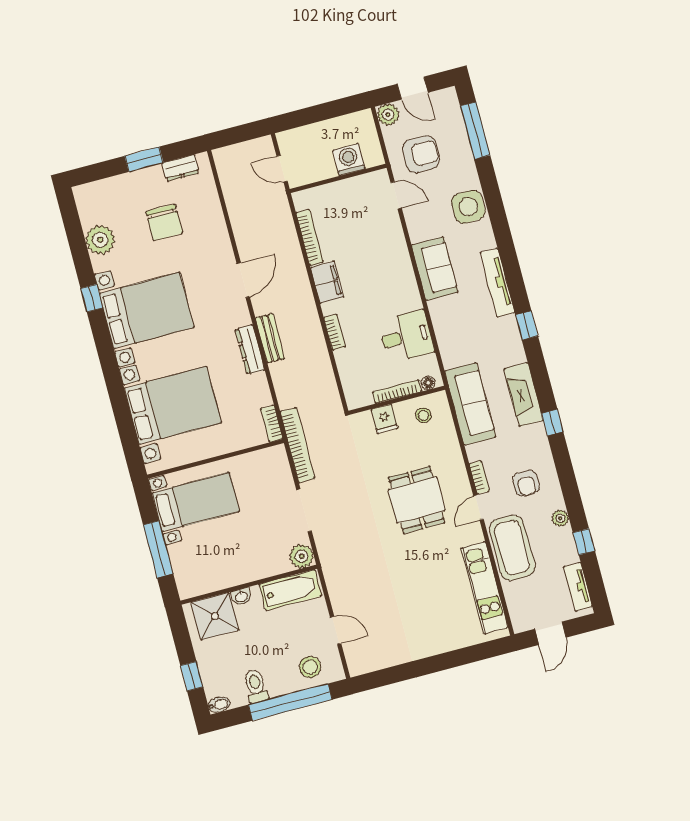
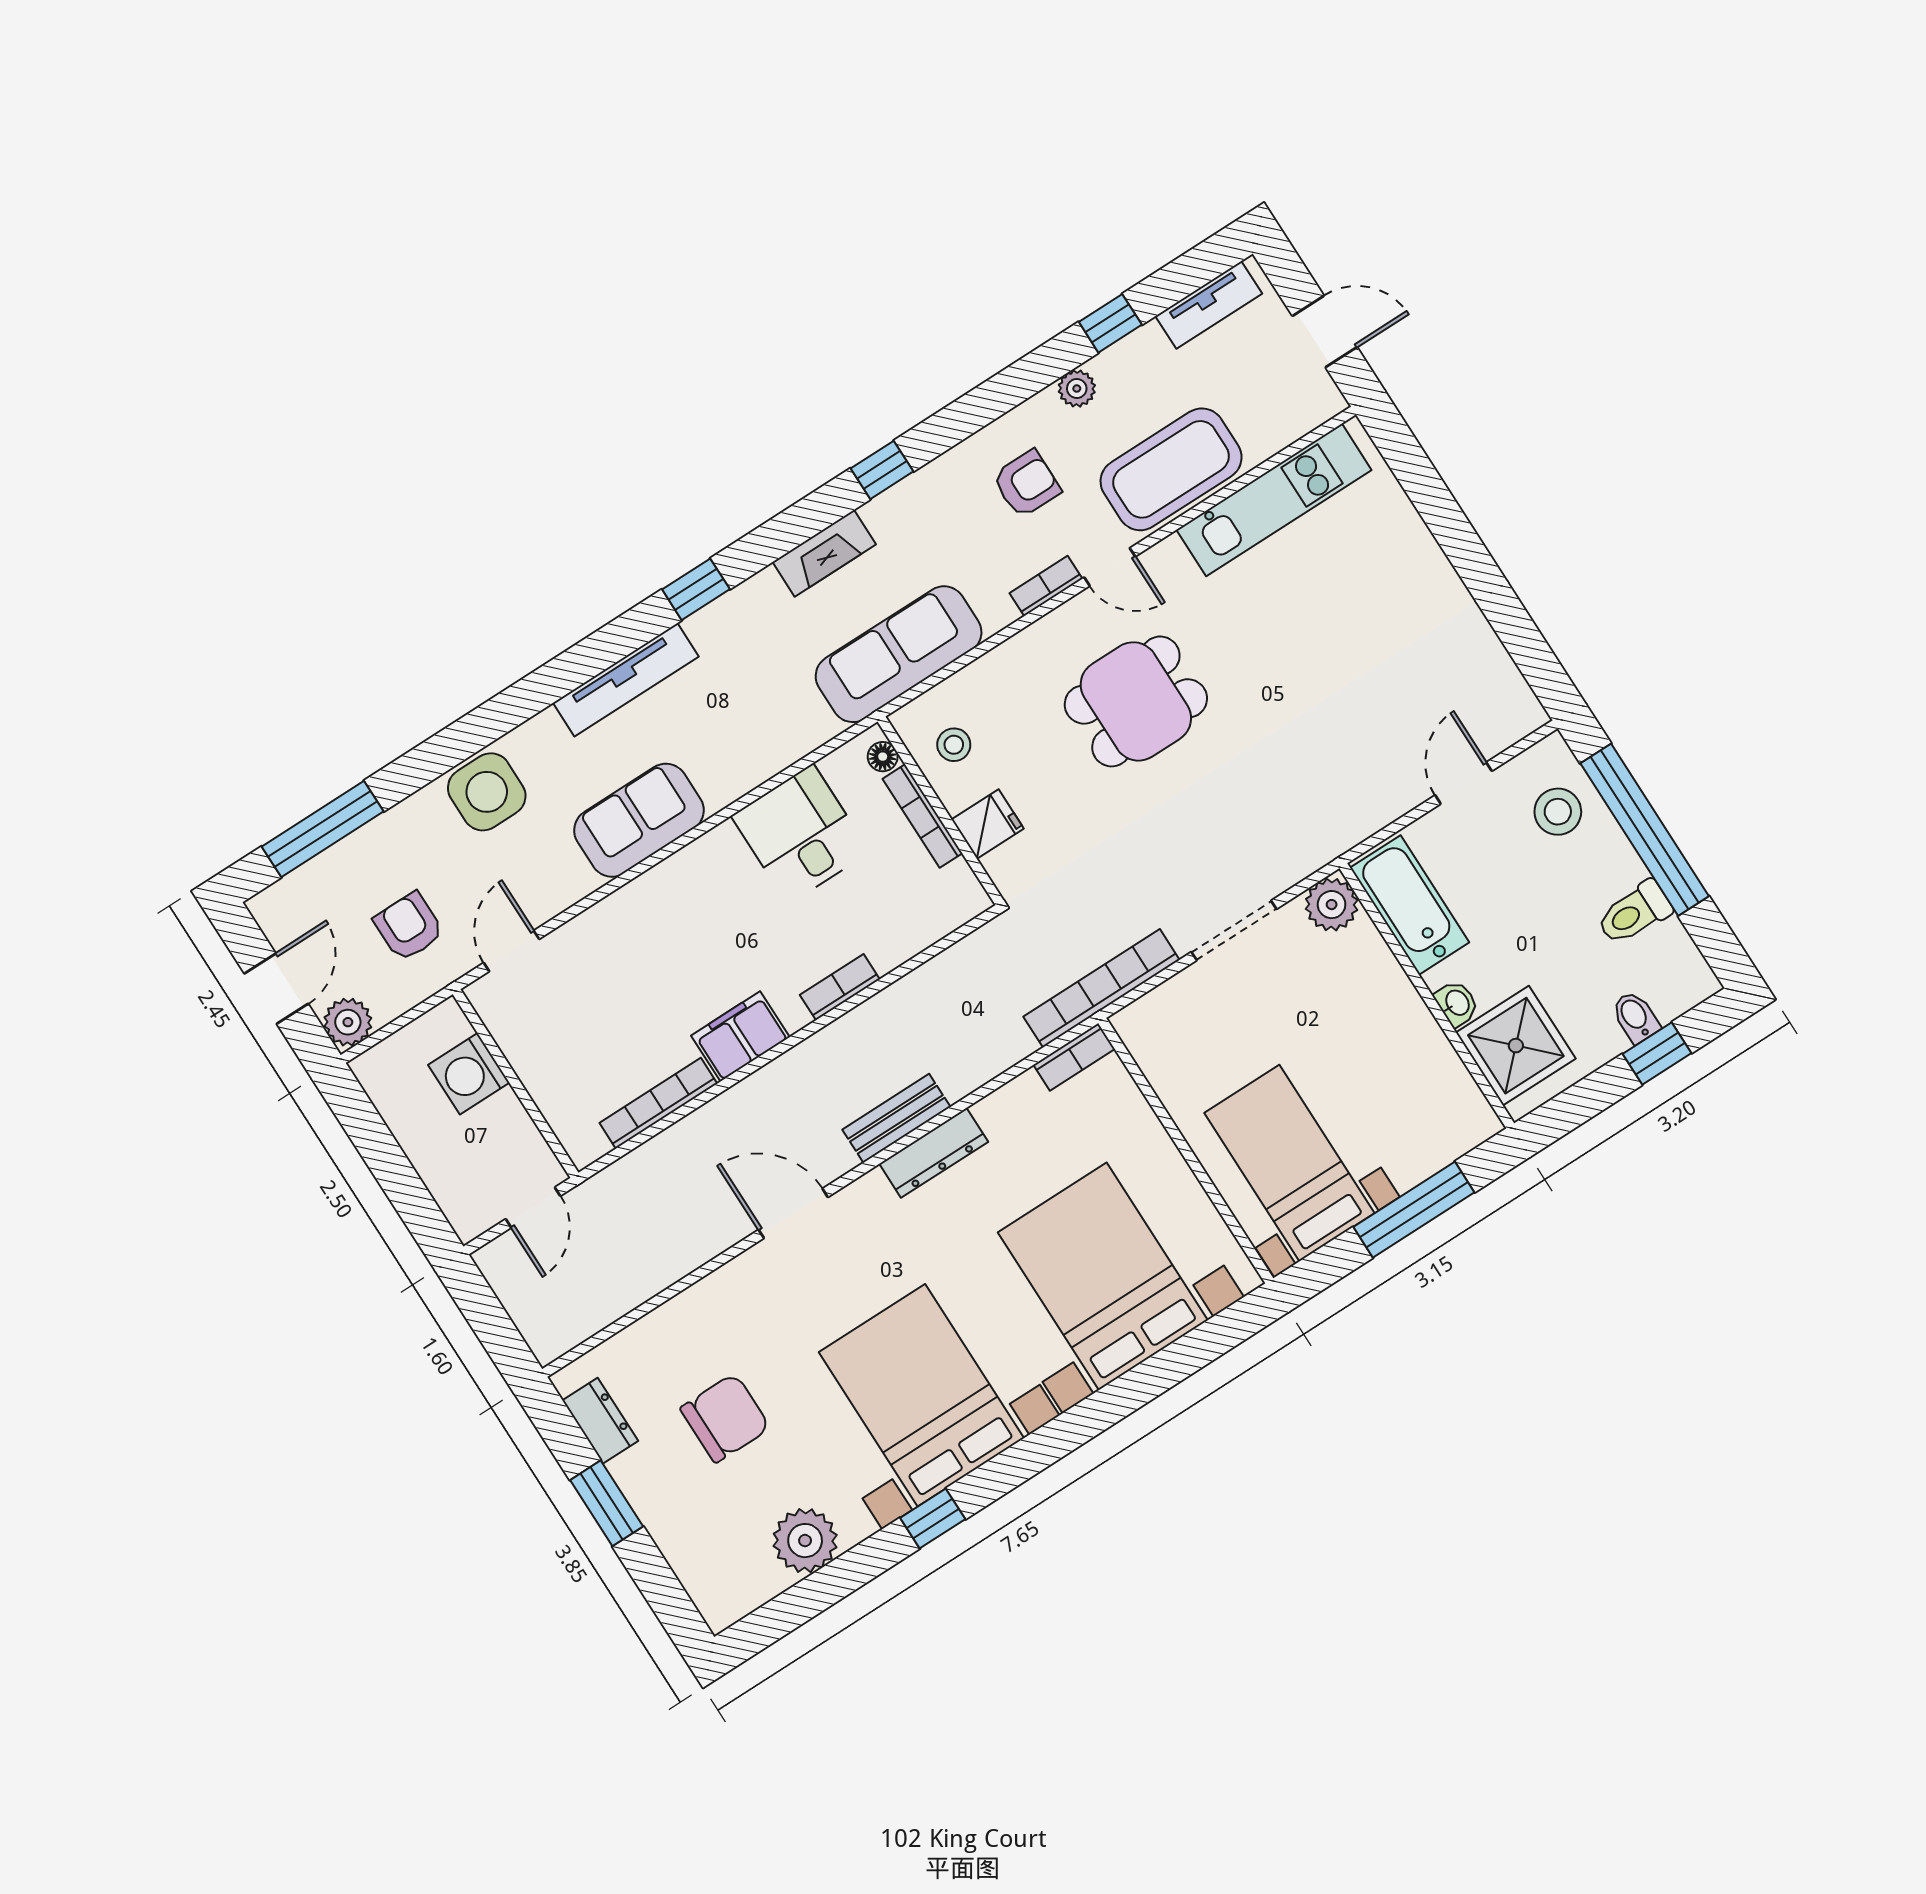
armchair: (421, 154) -> (409, 927), width x0.72, depth x0.72
fireplace: (524, 395) -> (824, 553), width x0.73, depth x0.76
bidet: (219, 705) -> (1635, 1017), moved

